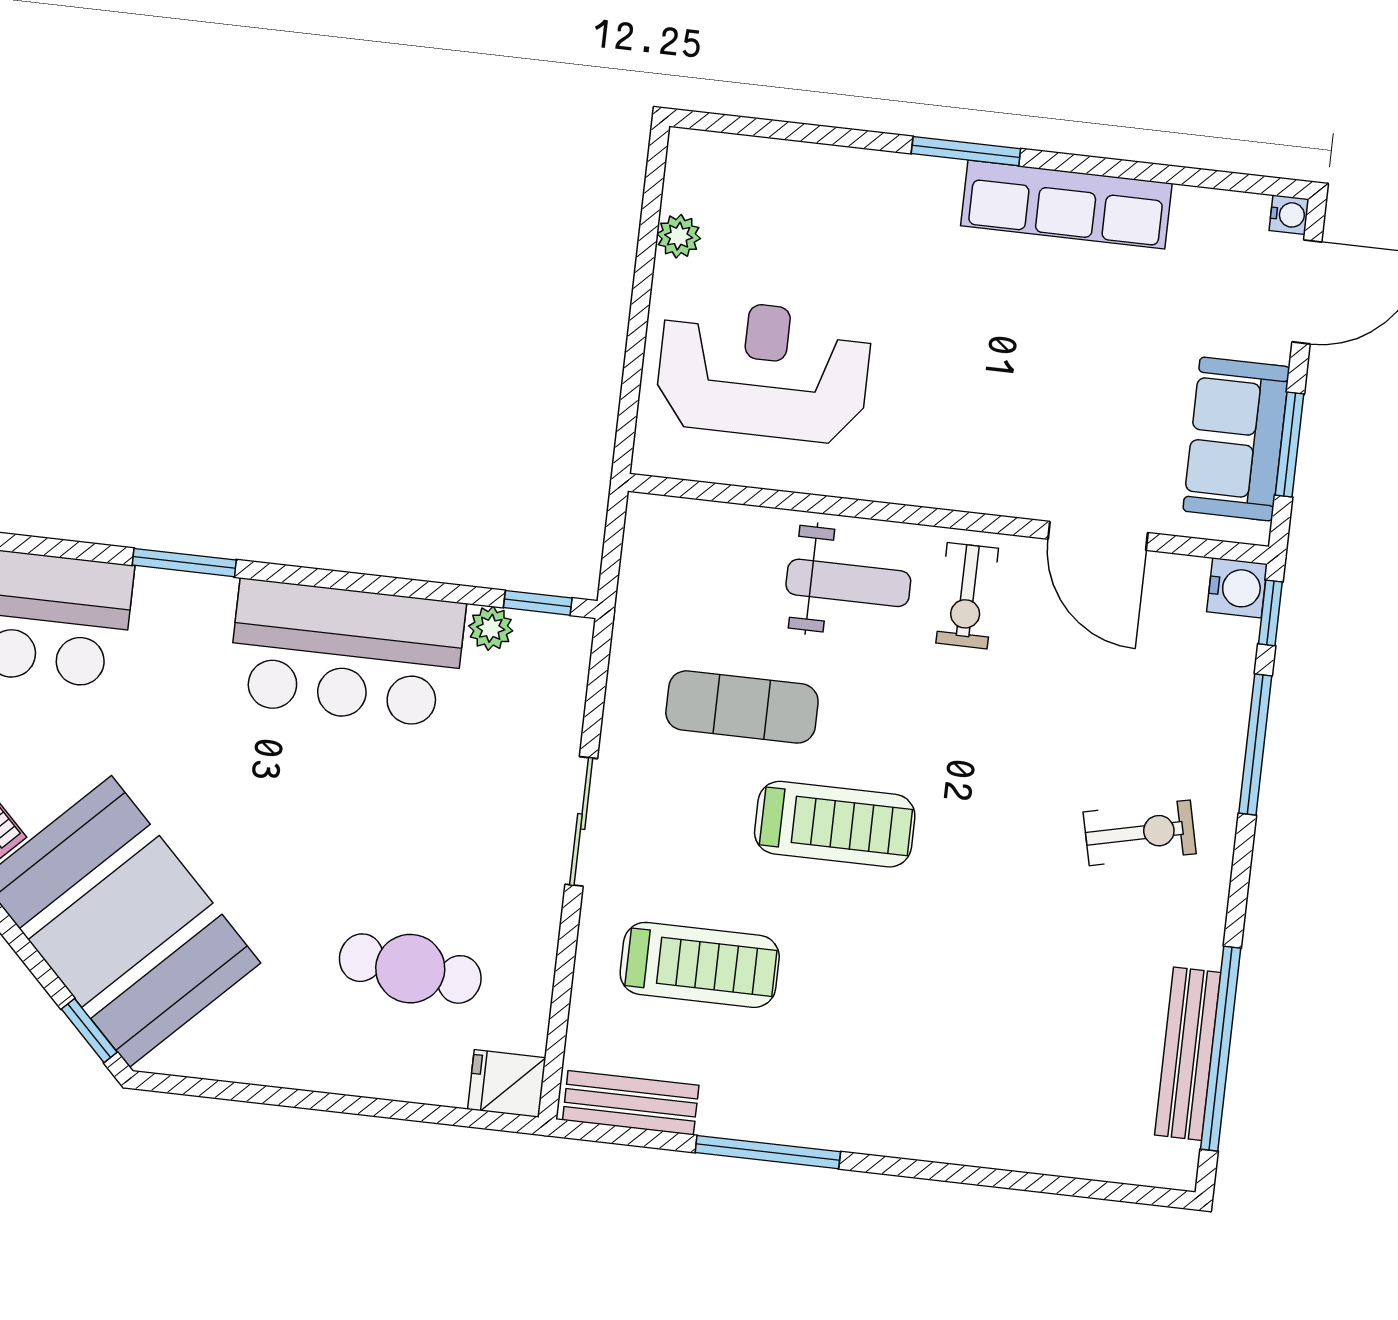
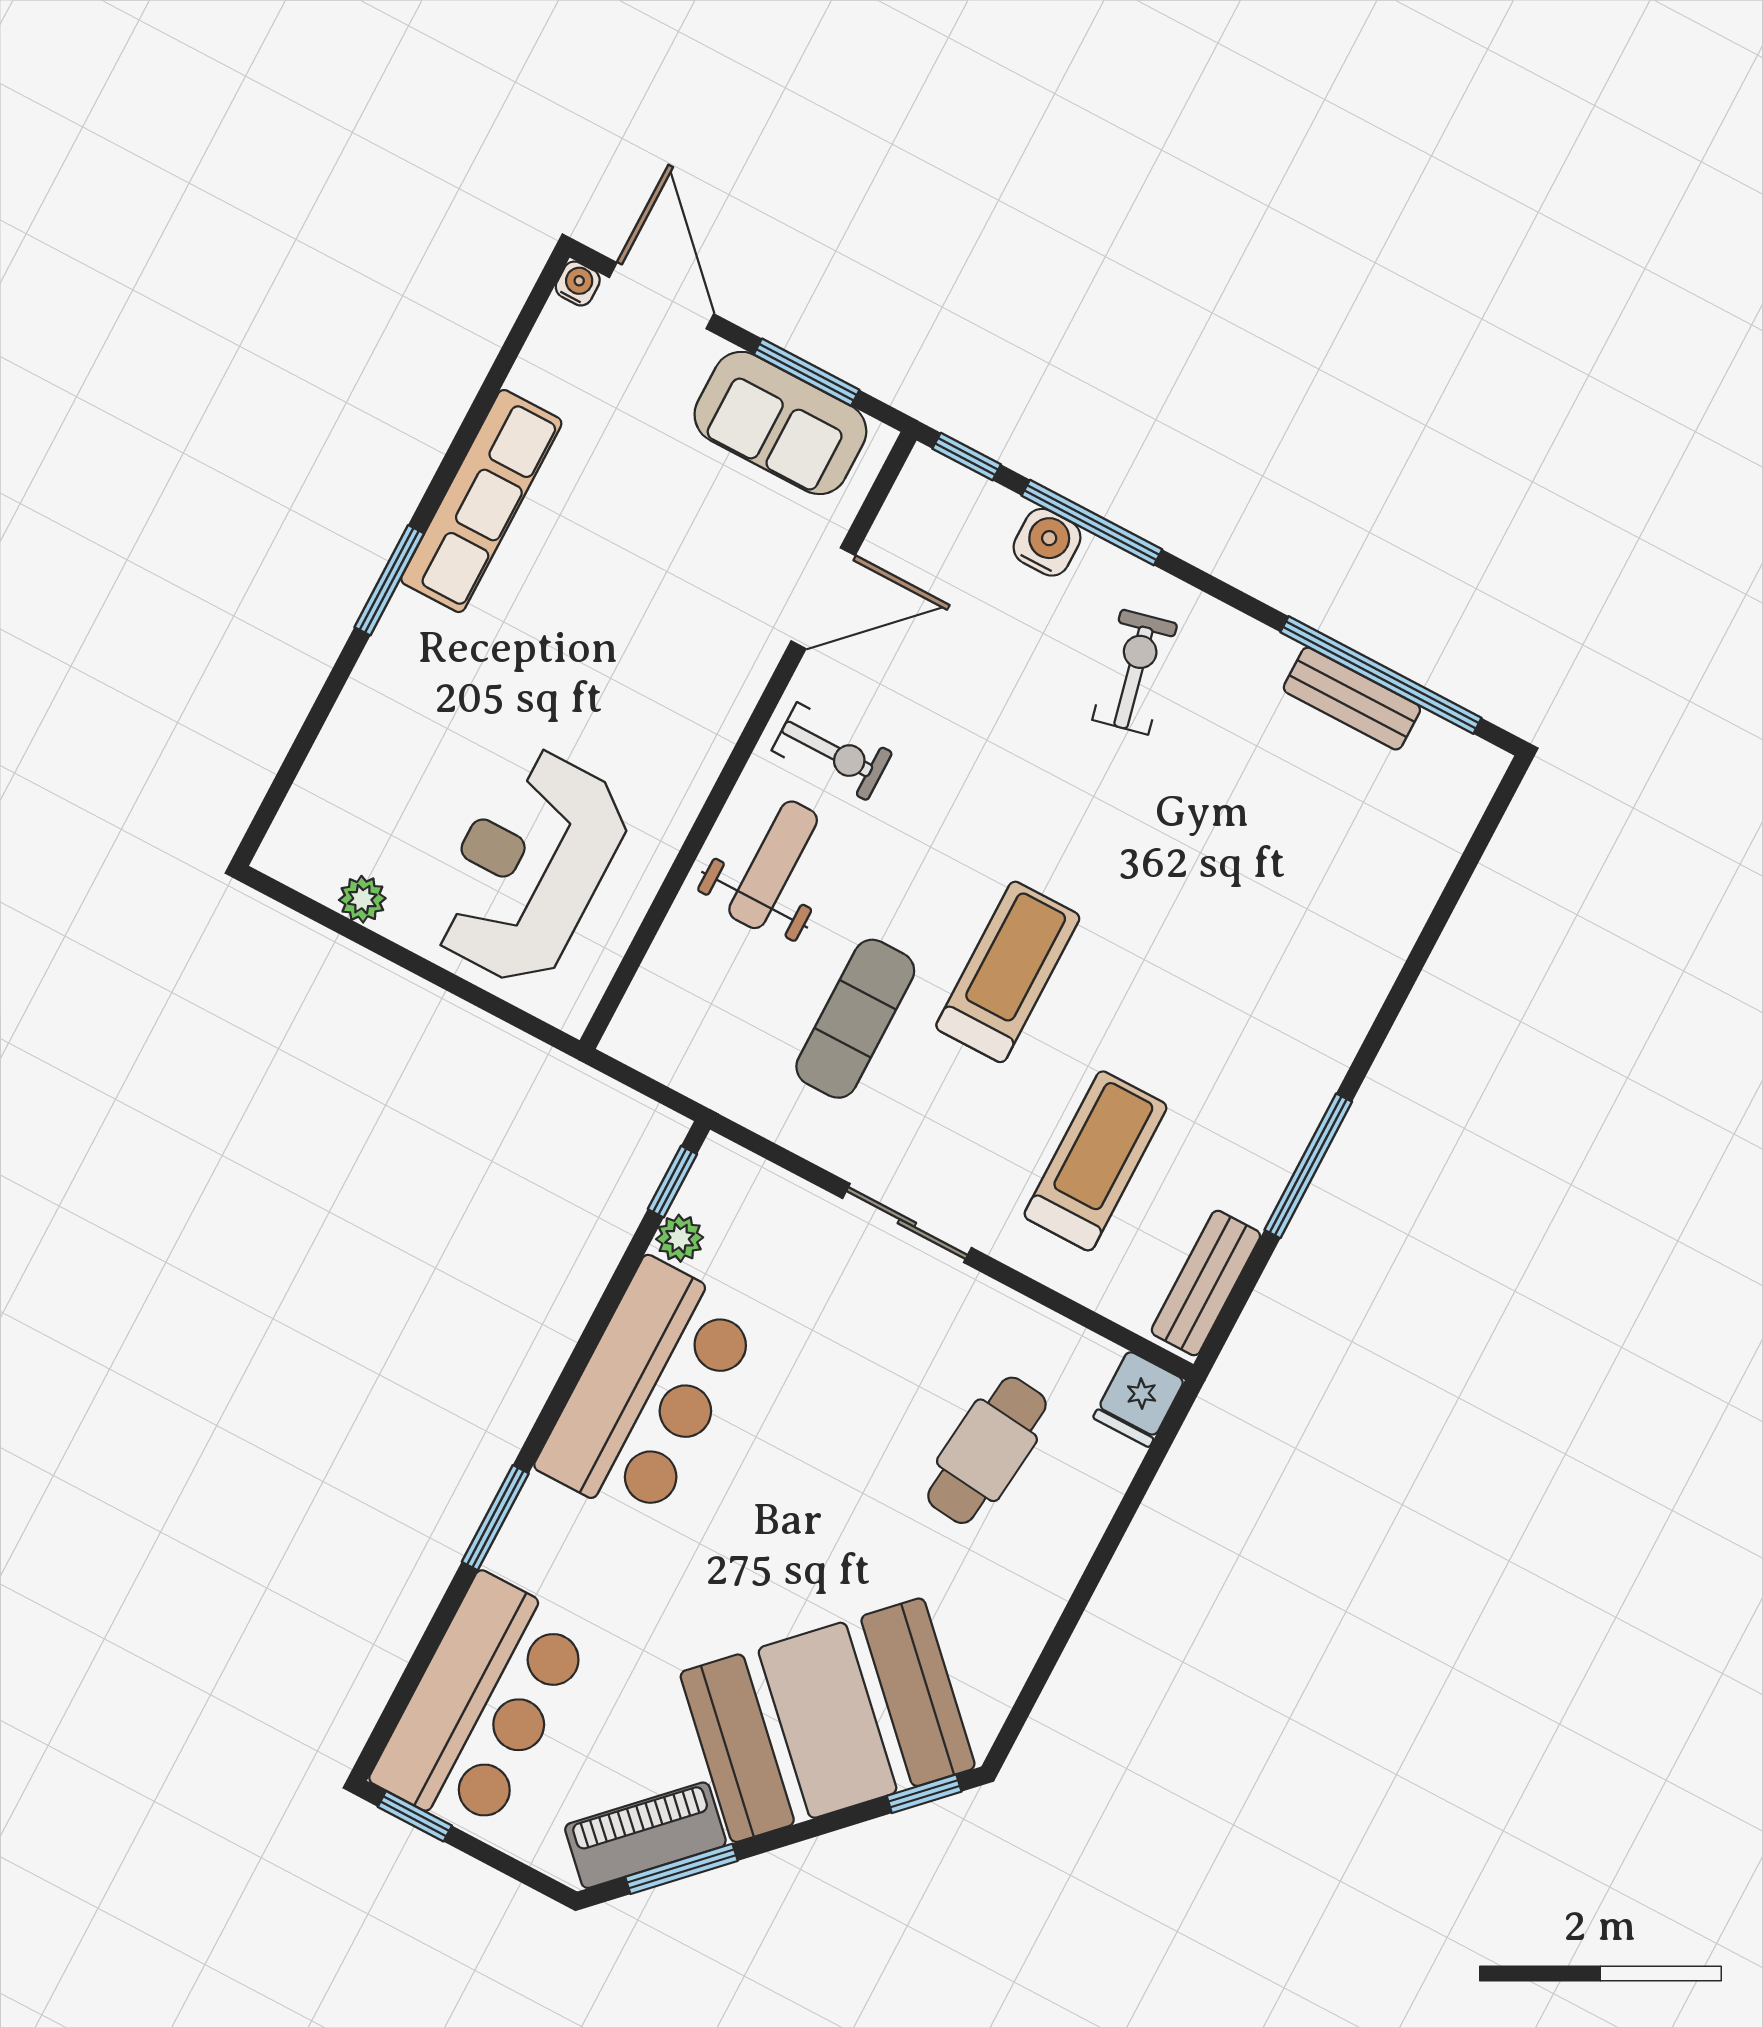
water cooler: (1237, 588) -> (1047, 542), moved
bench: (1188, 1054) -> (1352, 699), width x0.73

